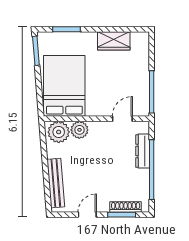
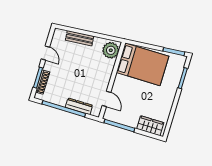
wardrobe: (114, 41) -> (150, 126), moved, turned 90
plant: (79, 130) -> (108, 66), removed
bench: (56, 183) -> (80, 38), width x0.73

